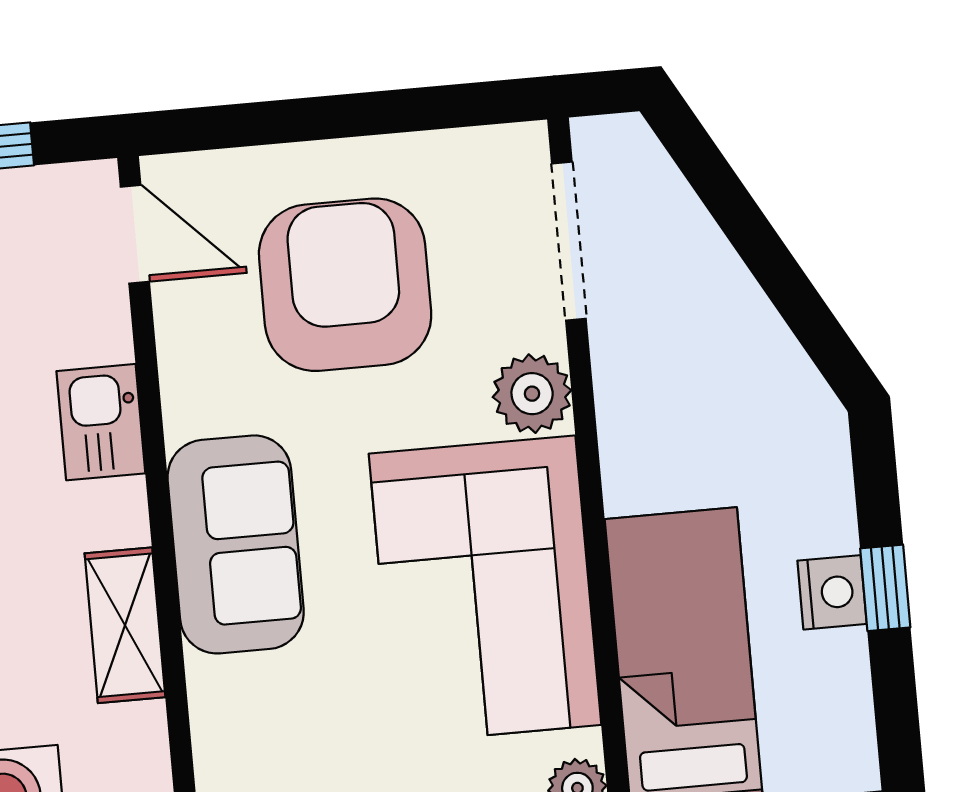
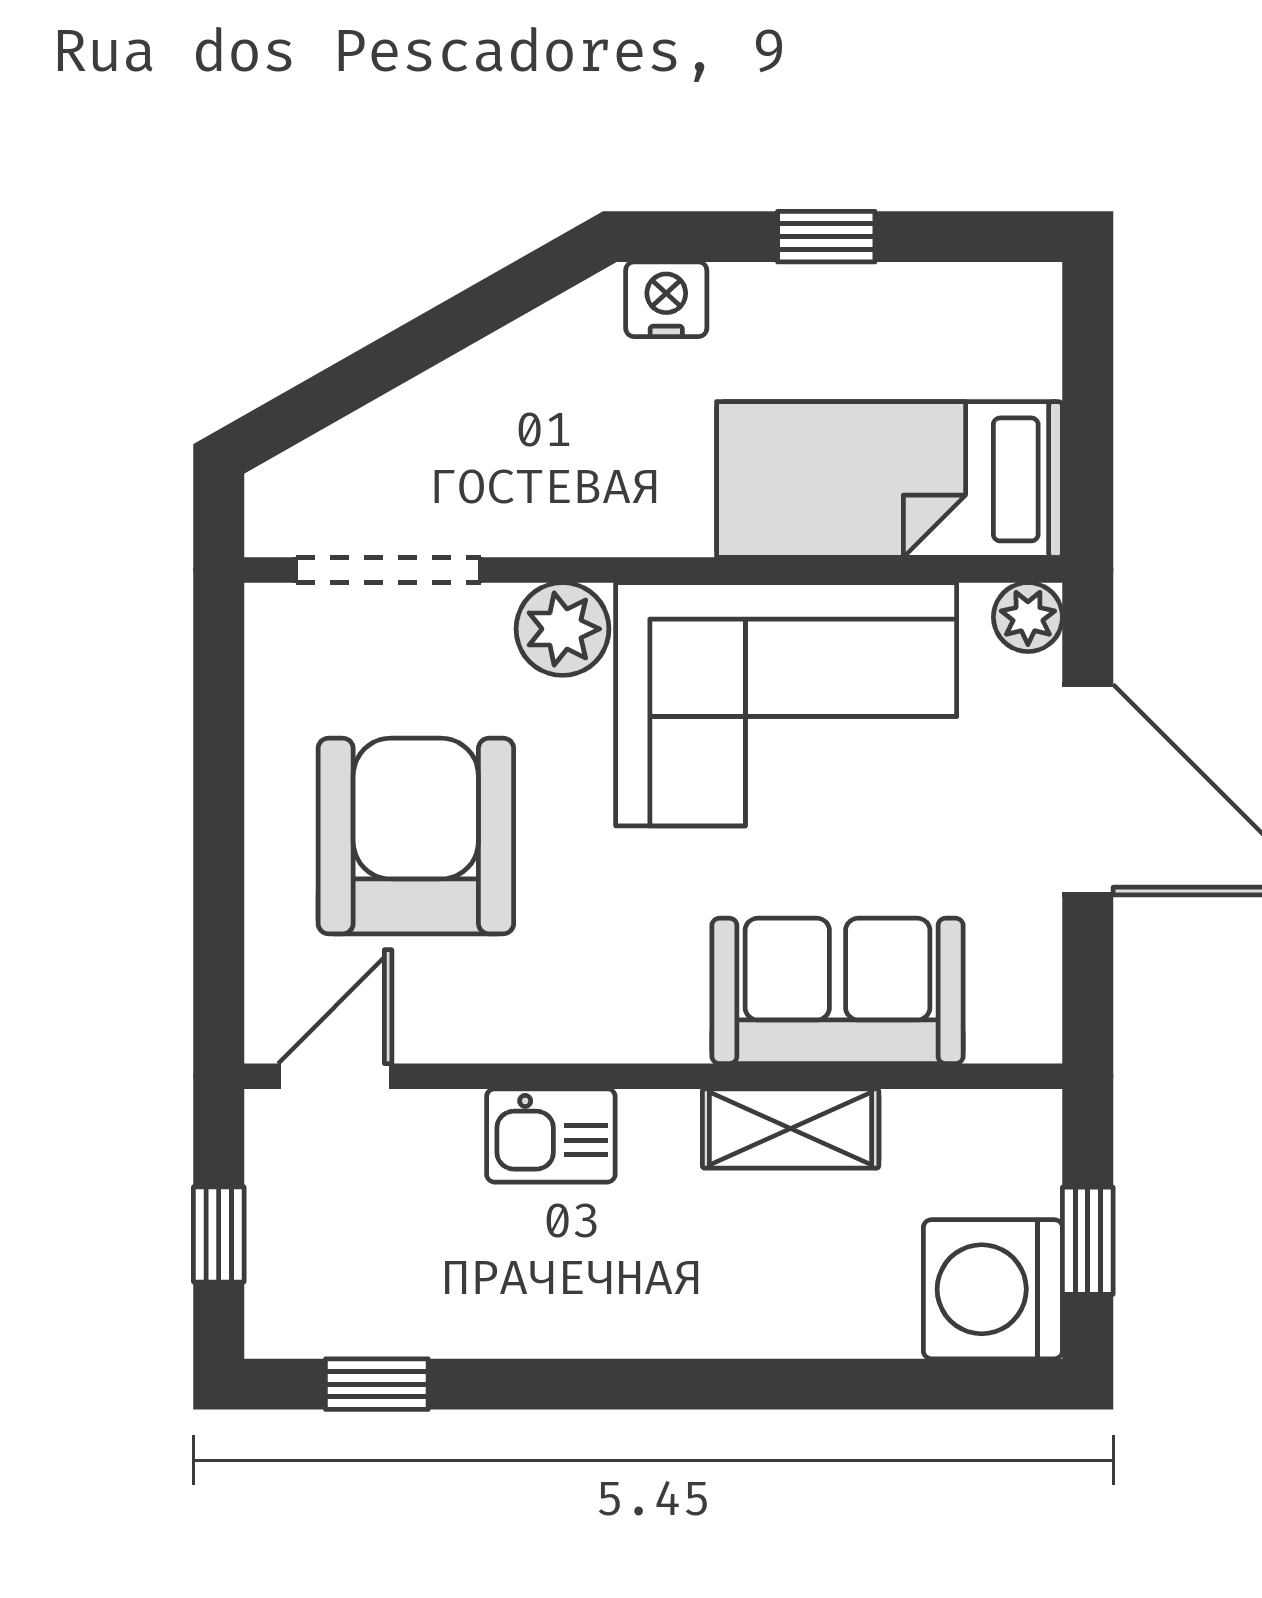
armchair: (345, 285) -> (416, 836), turned 90
sofa: (236, 544) -> (838, 991), moved
nightstand: (832, 592) -> (666, 299), moved

